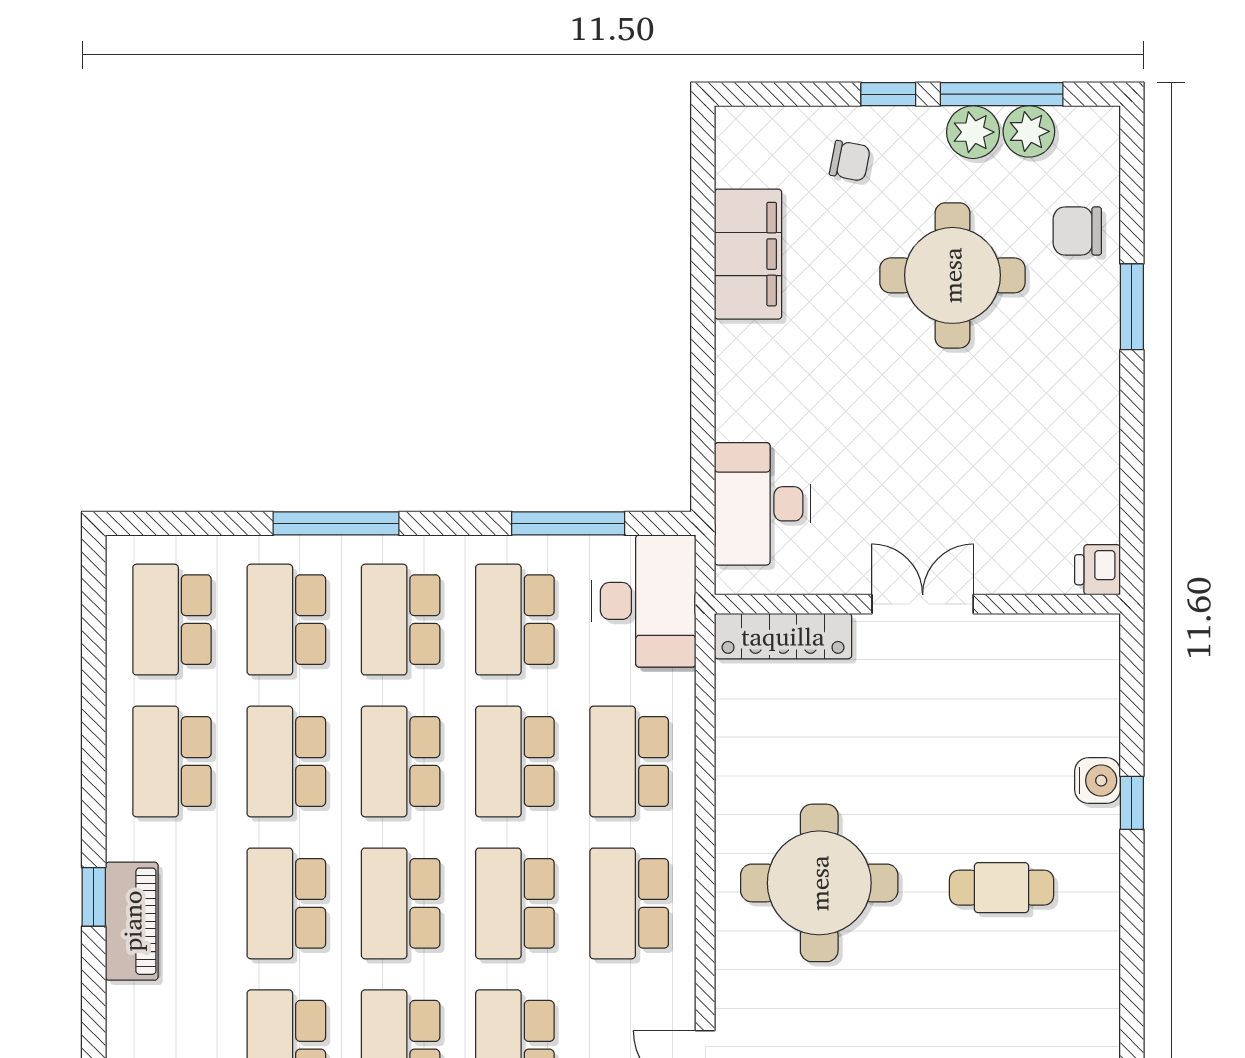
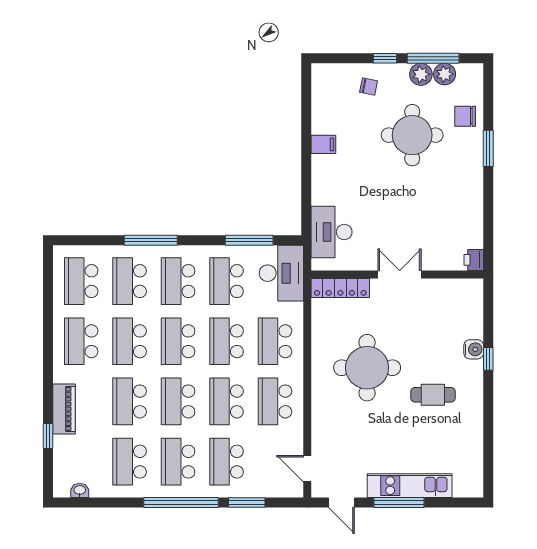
filing cabinet: (748, 254) -> (323, 144), width x0.33, depth x0.86
round table: (819, 883) -> (367, 368), moved
window: (94, 897) -> (48, 436), moved

